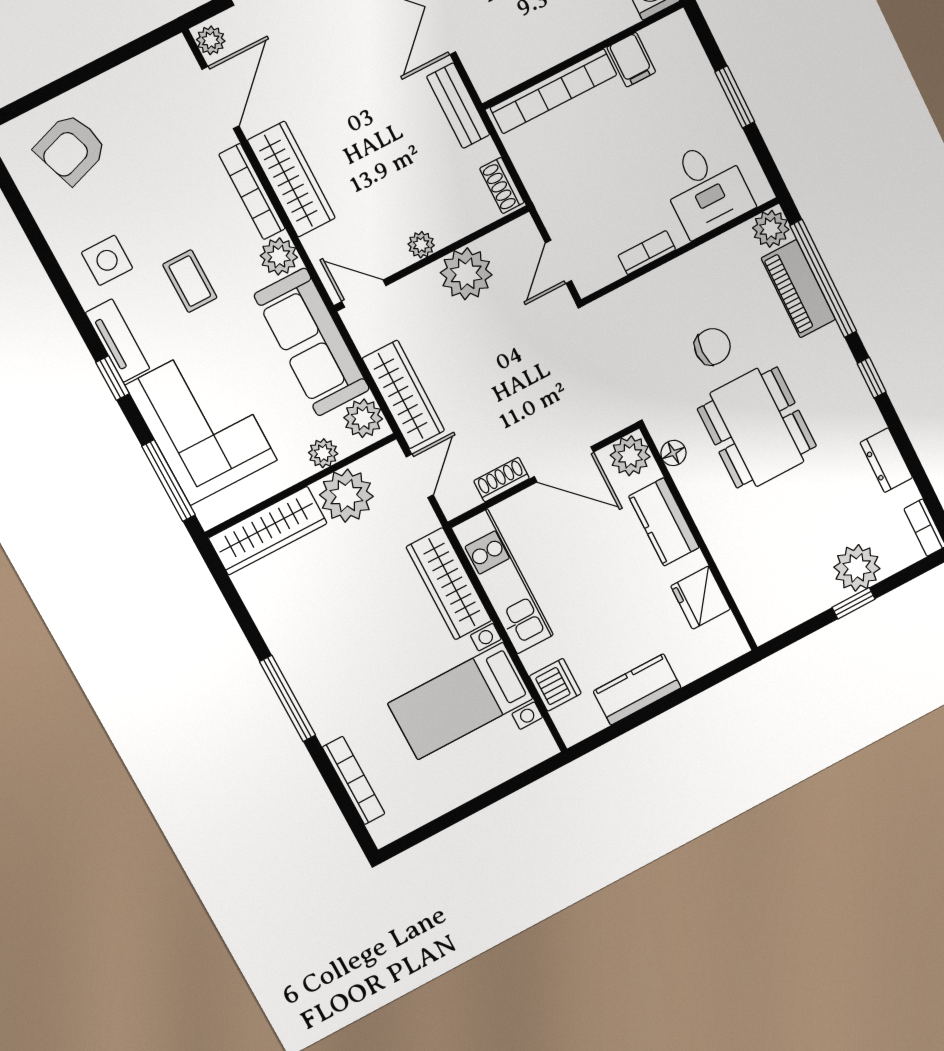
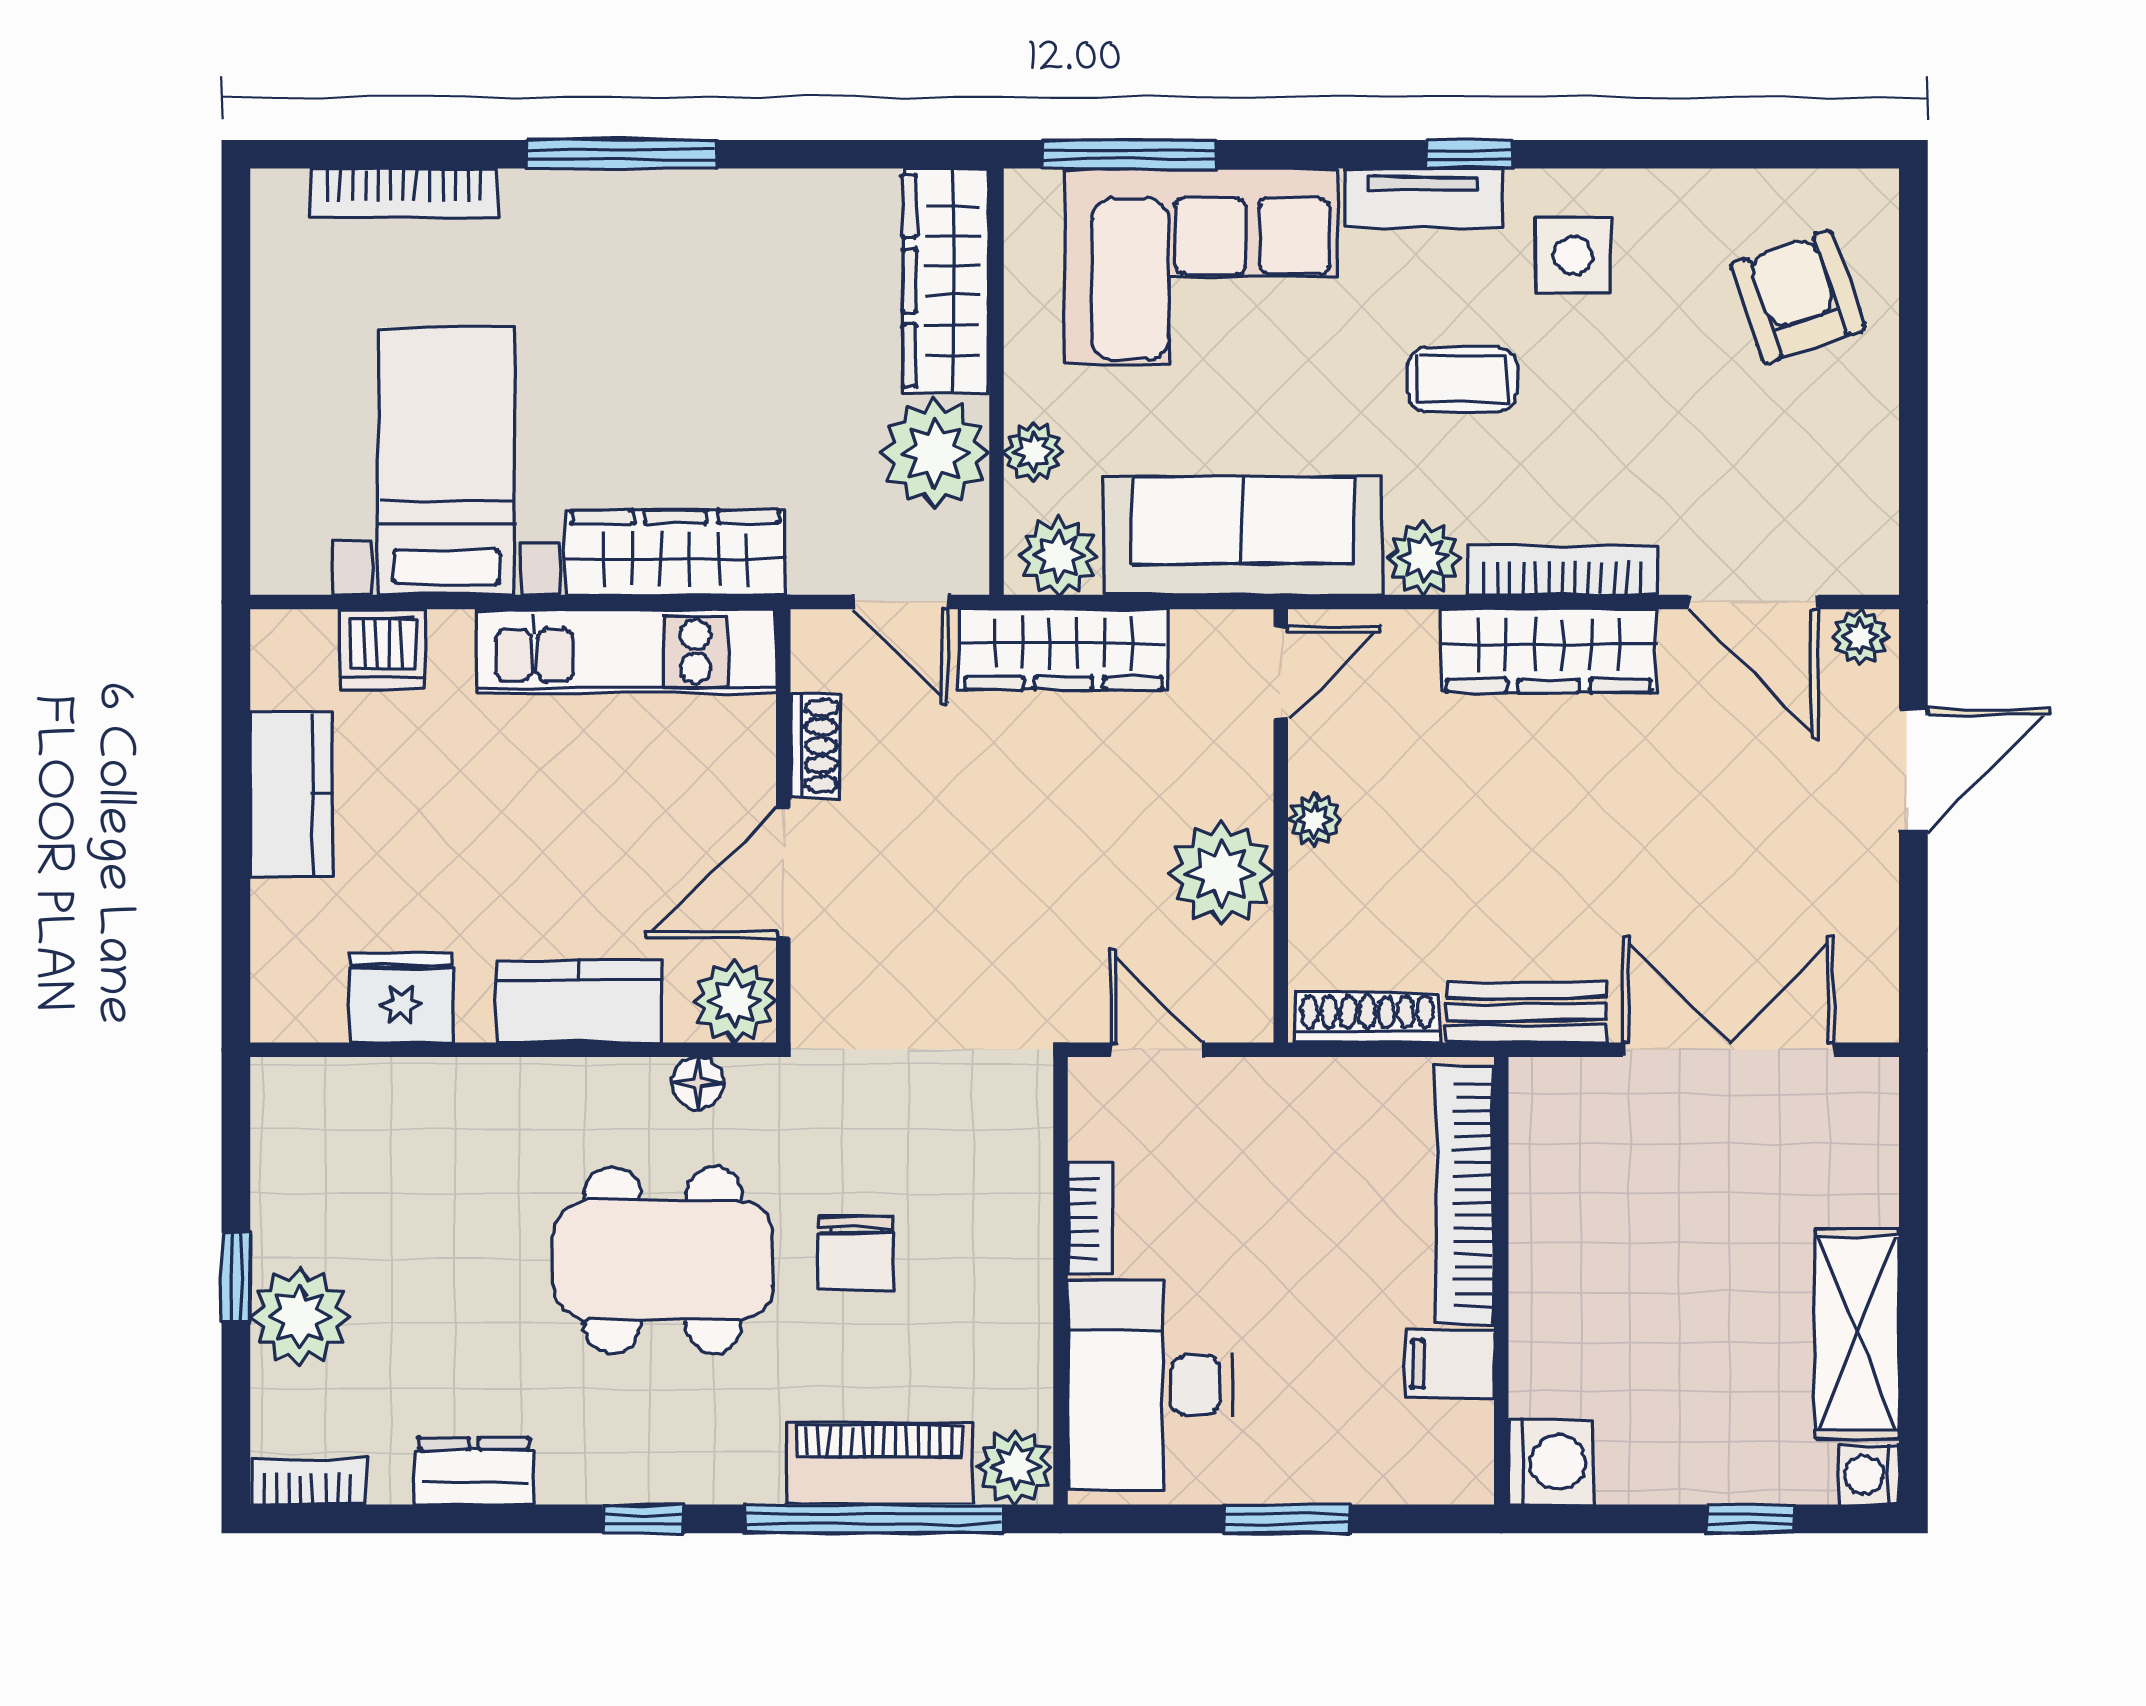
shoe rack: (502, 185) -> (1367, 1018), width x1.43
desk: (706, 188) -> (1150, 1385), width x1.37
window: (113, 378) -> (1468, 154), moved

